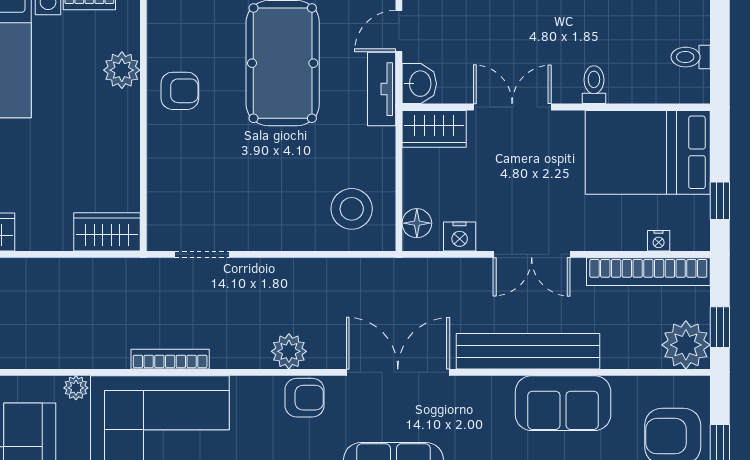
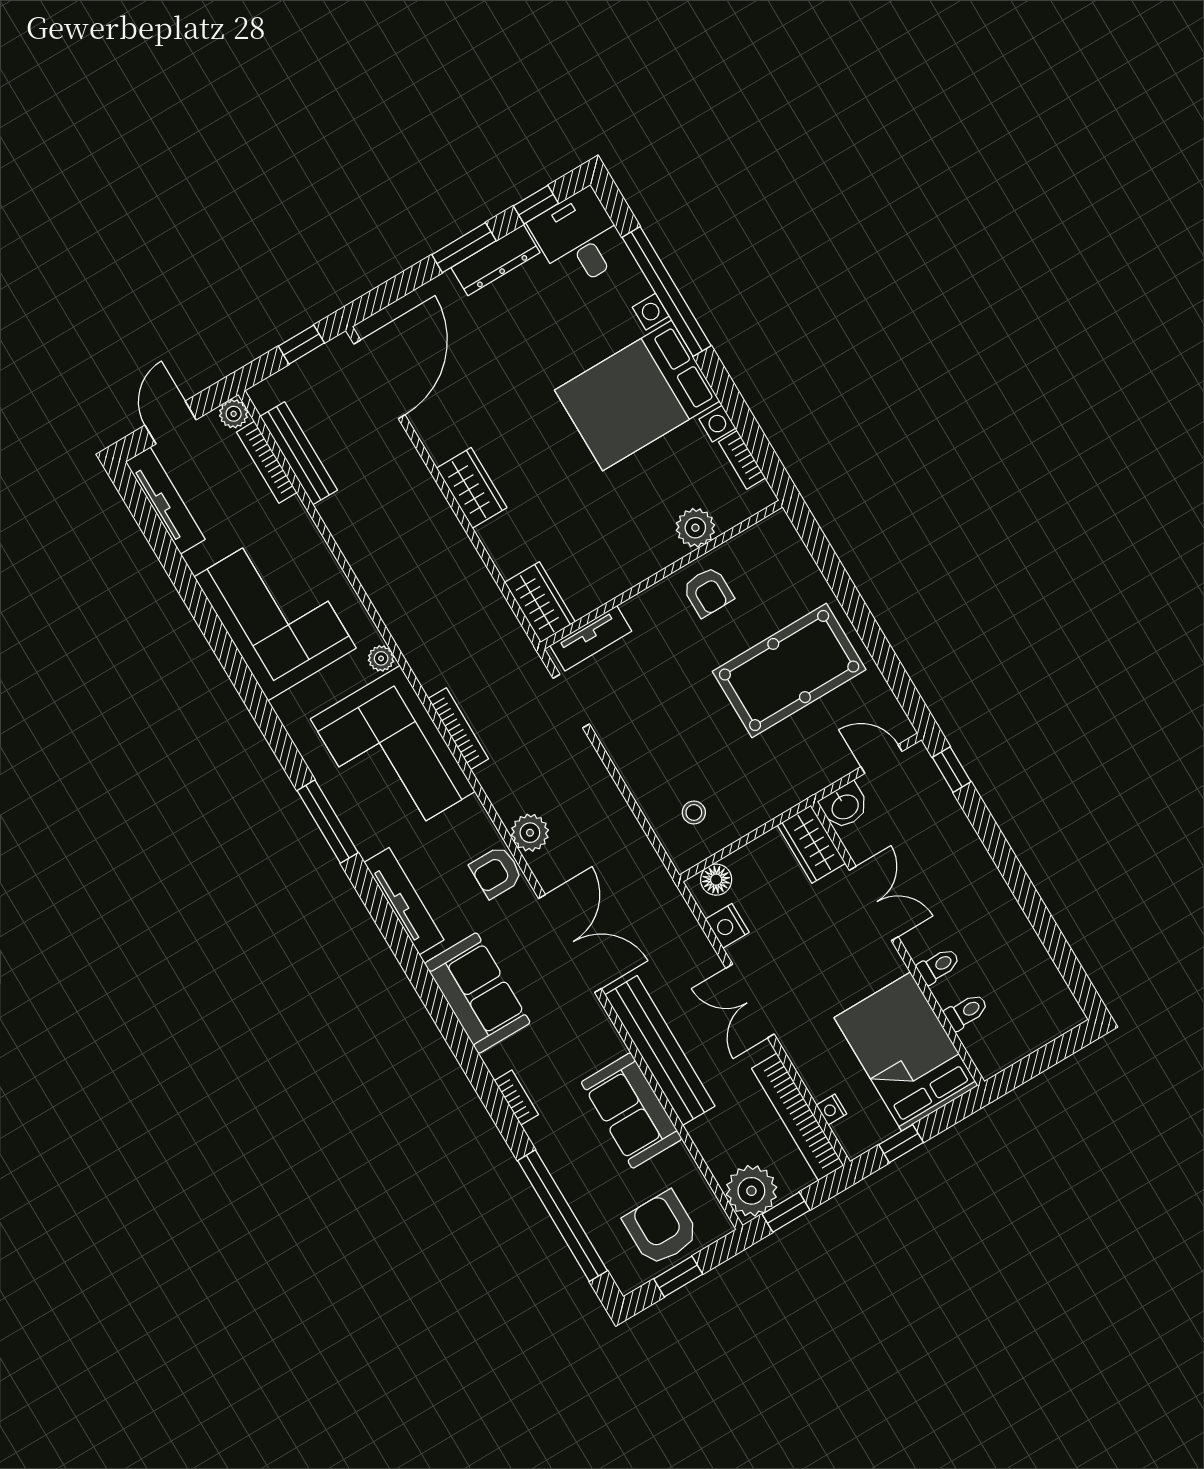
toilet: (691, 57) -> (966, 1012), moved, turned 90
tv unit: (382, 89) -> (591, 638), moved, turned 180
stool: (352, 209) -> (694, 813), width x0.53, depth x0.53
armchair: (305, 398) -> (496, 872), turned 90

